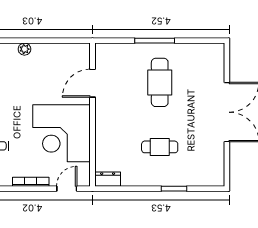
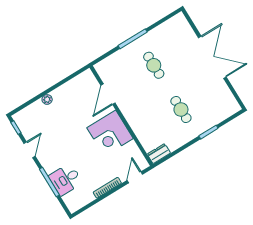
cafe table: (160, 82) -> (154, 65), width x0.73, depth x0.74
corner desk: (62, 133) -> (110, 133), width x0.74, depth x0.74
cafe table: (160, 147) -> (181, 110), turned 90

